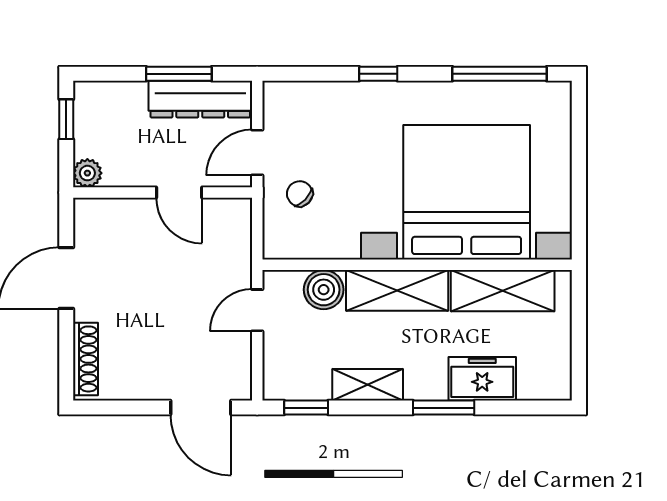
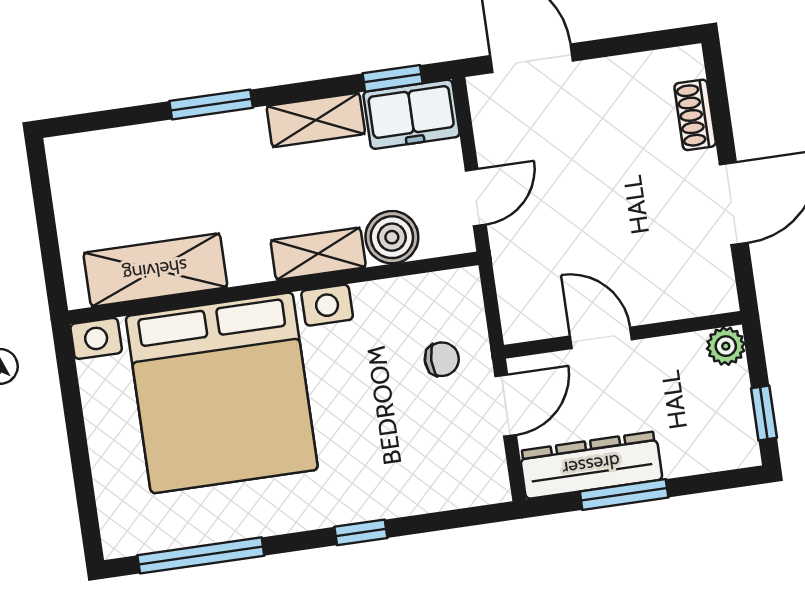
chair: (300, 194) -> (442, 359), turned -44
shelving: (397, 290) -> (318, 254), width x0.67, depth x0.75
shoe rack: (85, 359) -> (695, 115), width x0.70
freezer: (482, 379) -> (411, 114), moved

